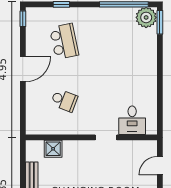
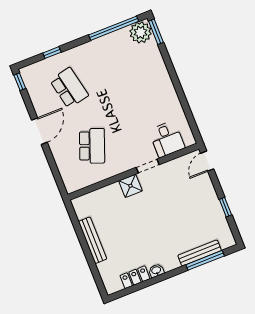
school desk: (64, 100) -> (92, 146), width x1.85
shower: (53, 149) -> (130, 186), moved
door: (160, 166) -> (207, 161), moved

